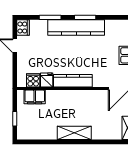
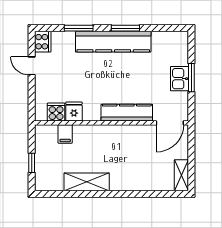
kitchen counter: (73, 81) -> (127, 113), moved
filing cabinet: (35, 97) -> (65, 134), width x0.50
shelving: (74, 133) -> (87, 182), moved

